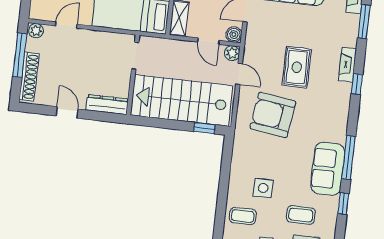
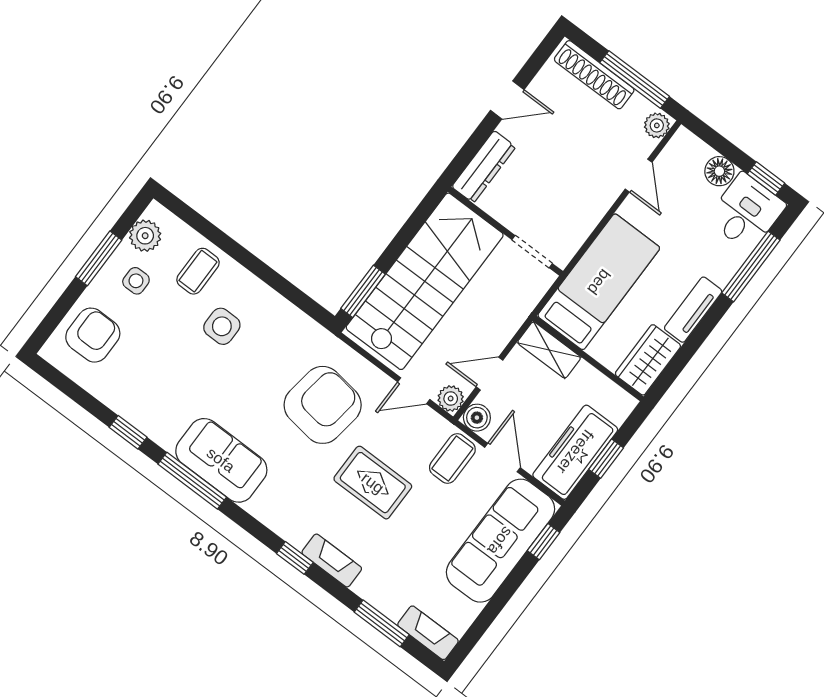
window: (204, 128) -> (363, 291), width x1.50
sofa: (328, 169) -> (221, 460), moved
coffee table: (301, 215) -> (452, 459), moved

